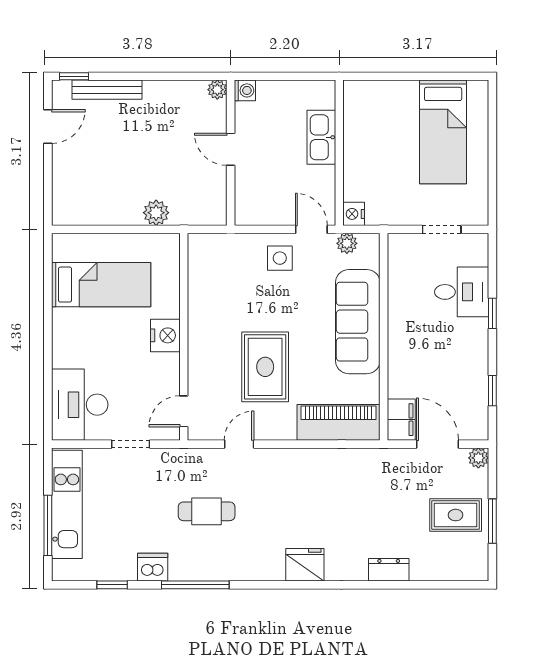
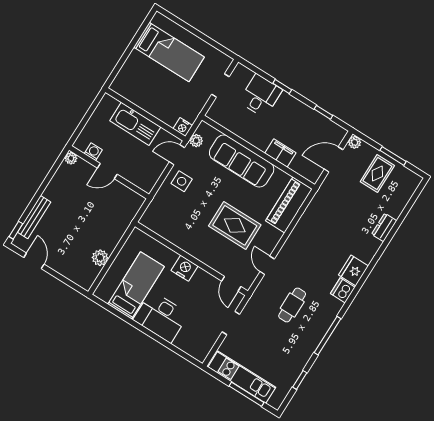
washing machine: (245, 90) -> (93, 152), moved
kitchen sink: (321, 137) -> (135, 124), width x1.36, depth x1.24
plant: (156, 213) -> (100, 258), moved
desk: (80, 405) -> (161, 317), moved
filing cabinet: (401, 420) -> (280, 153), moved
dishwasher: (153, 567) -> (343, 290), moved

